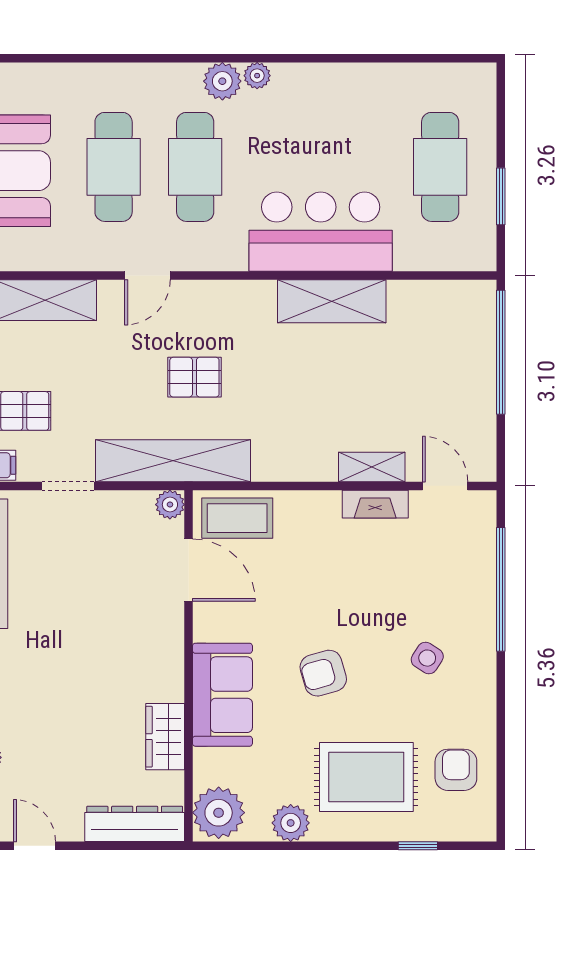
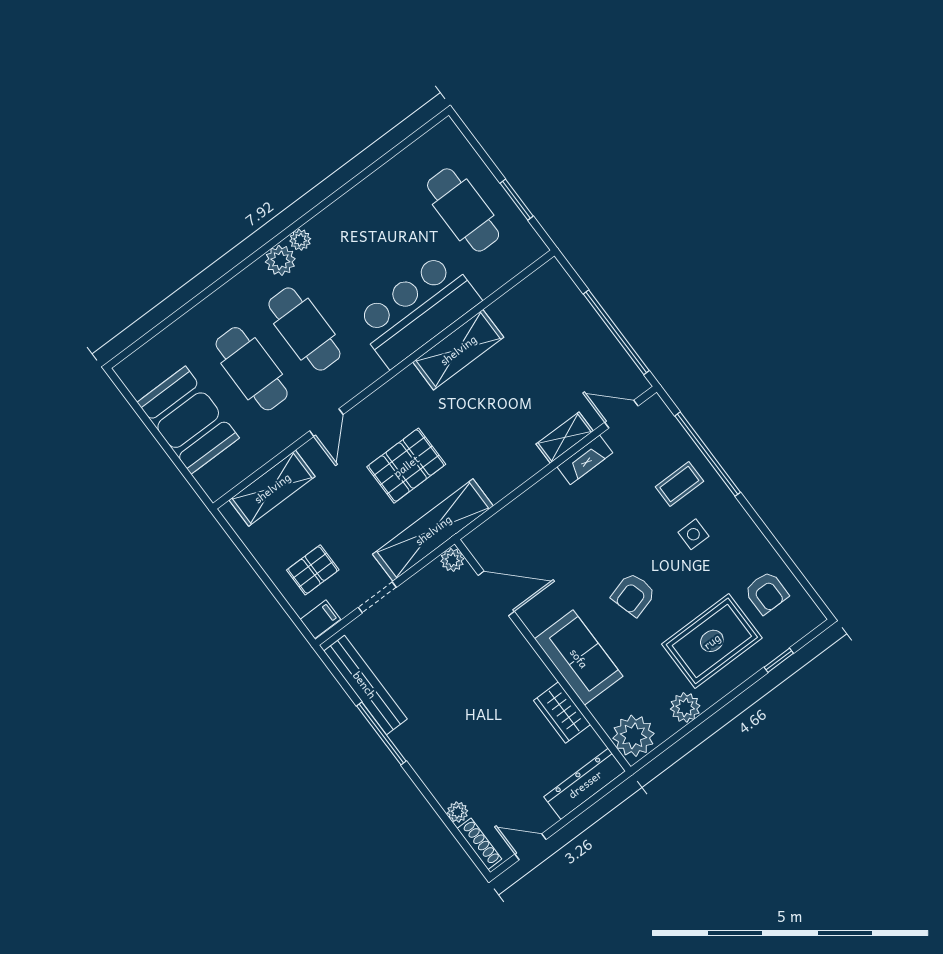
window: (501, 352) -> (616, 332), moved
pallet: (194, 377) -> (406, 466), width x1.50, depth x1.42
coffee table: (237, 518) -> (679, 484), moved, width x0.73, depth x0.77
side table: (427, 658) -> (693, 534), turned -33
armchair: (456, 770) -> (766, 593), turned 180

